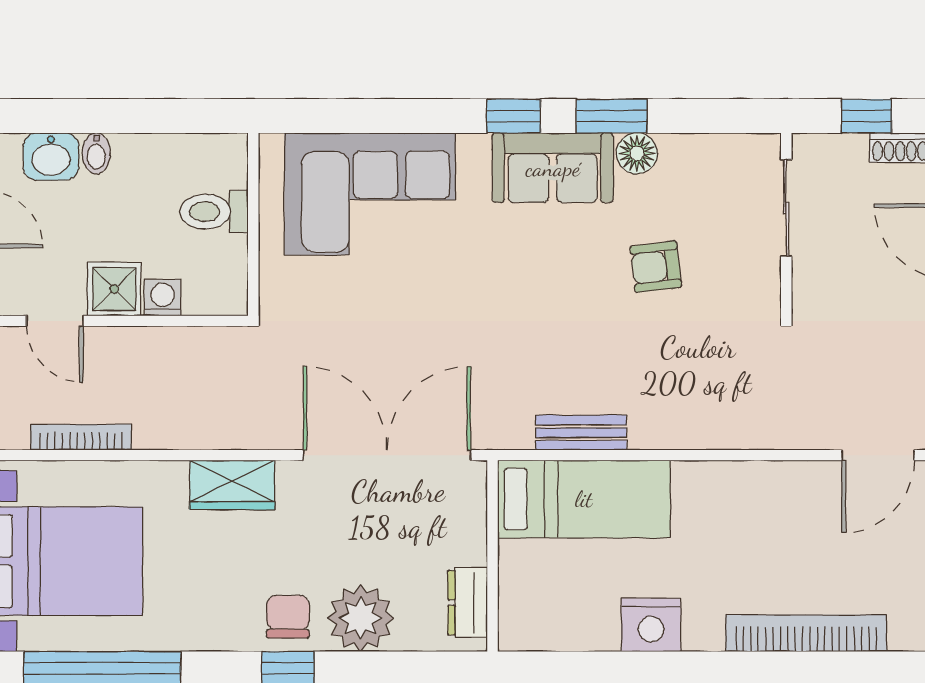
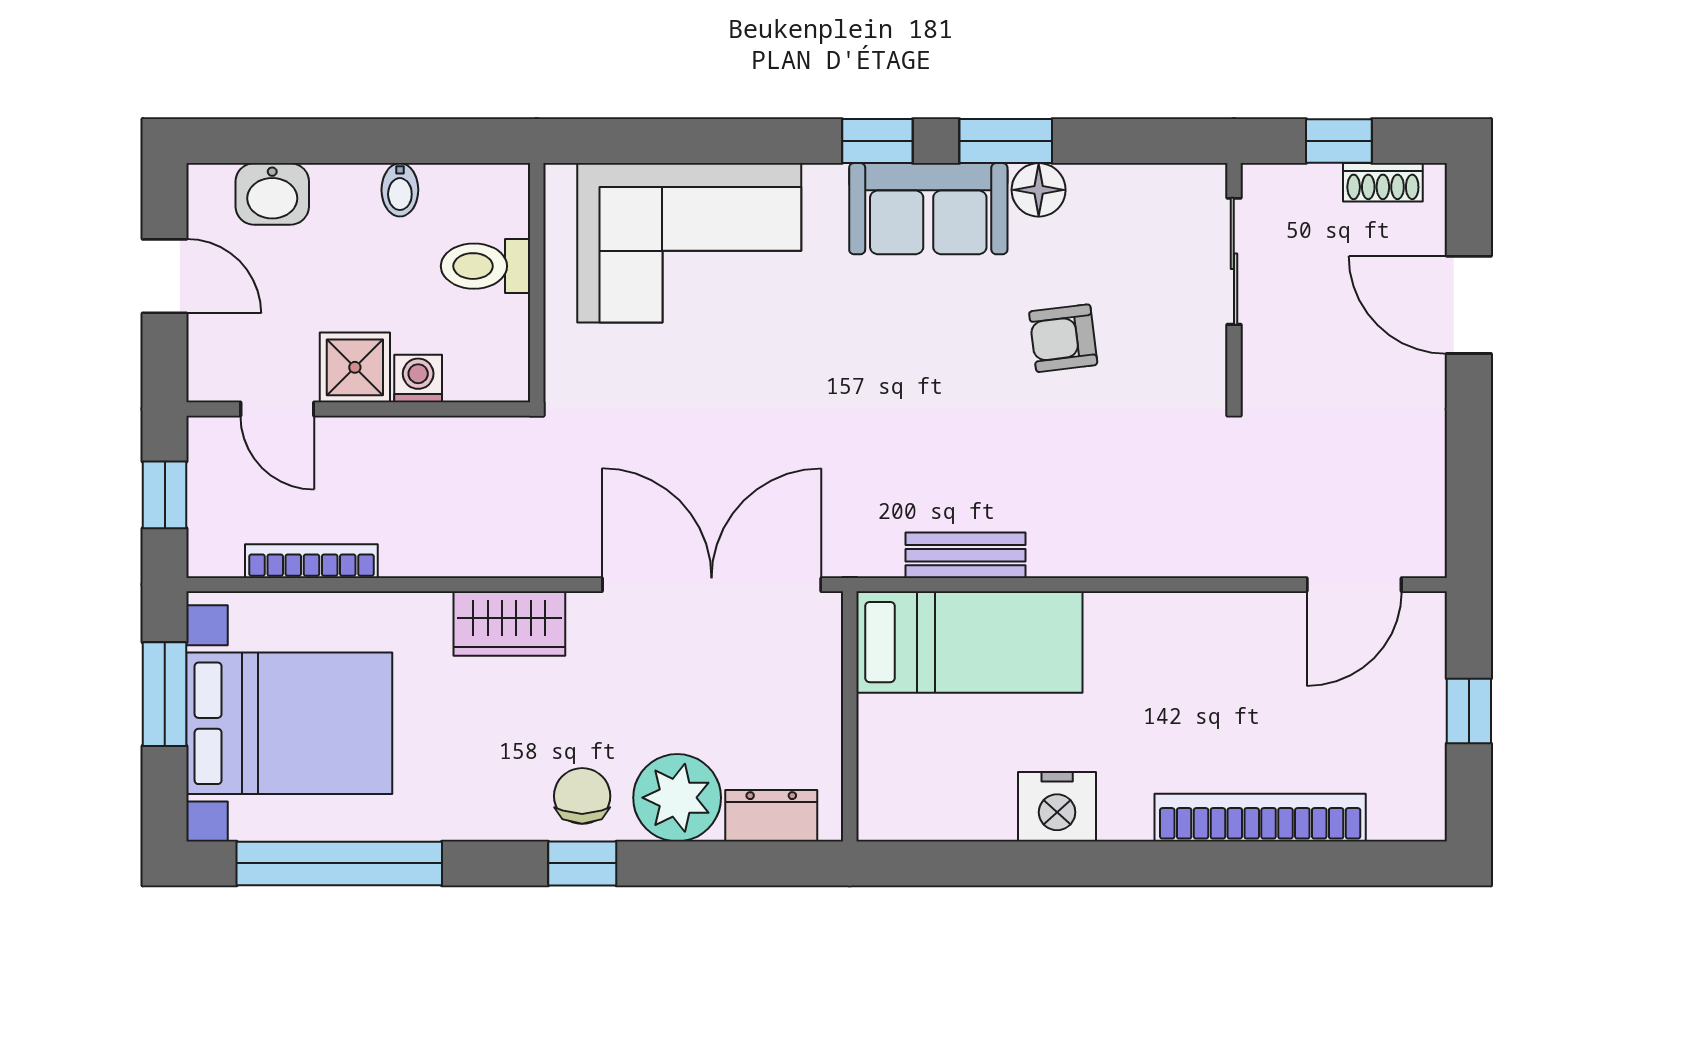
bidet: (96, 153) -> (400, 190), moved
dresser: (468, 603) -> (771, 816), moved, turned 90

